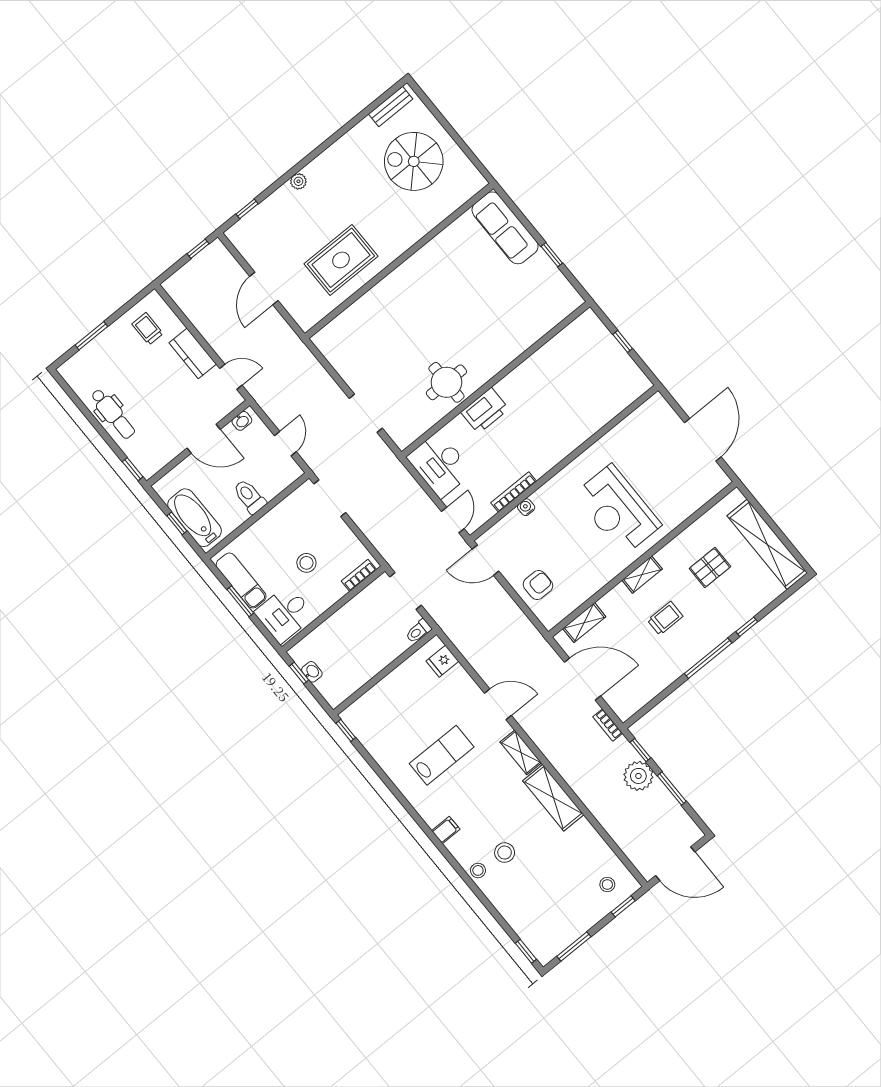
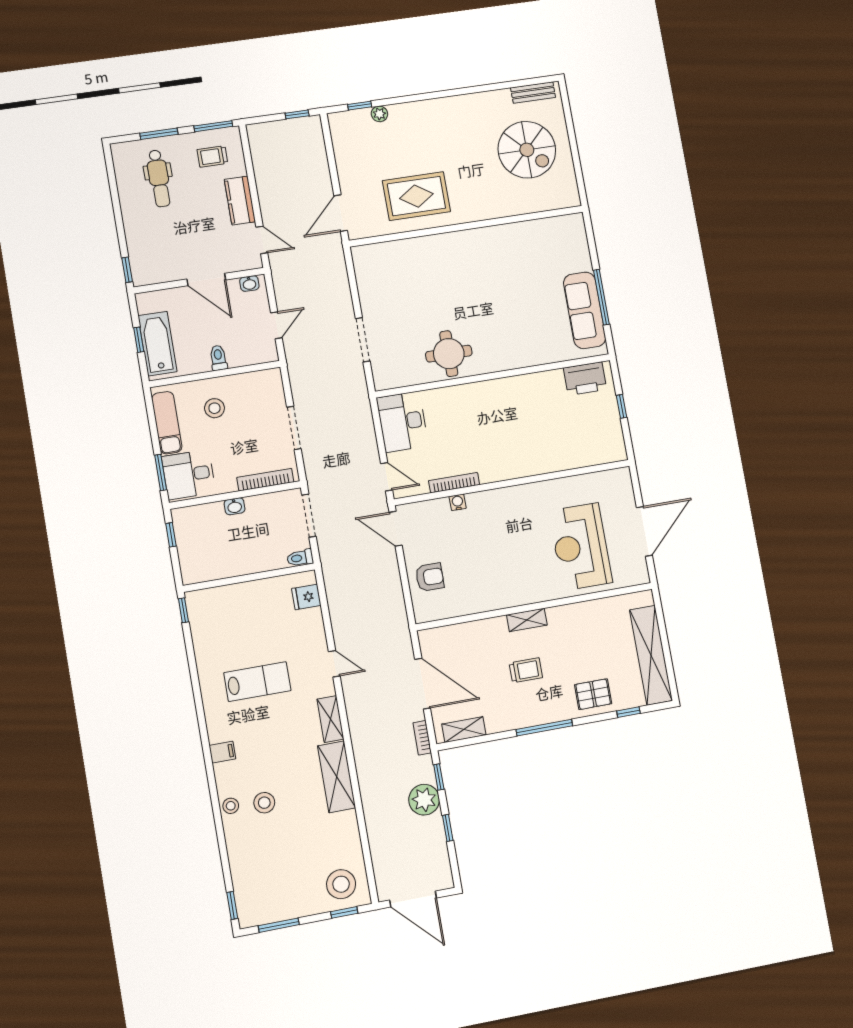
spiral stairs: (414, 161) -> (527, 150), turned 180
plant: (298, 181) -> (379, 114), moved
sofa: (505, 228) -> (585, 310), moved
window: (552, 255) -> (601, 297), width x2.17
door: (264, 288) -> (341, 213), moved
window: (133, 302) -> (213, 126), added
trolley: (147, 329) -> (212, 156), turned -90
printer: (485, 411) -> (585, 379), moved
dental chair: (113, 414) -> (159, 178), moved
toilet: (249, 497) -> (218, 358), width x0.73, depth x0.72
doorway: (330, 498) -> (294, 428), moved
reception desk: (617, 510) -> (581, 547), moved
door: (453, 520) -> (387, 477), hinge flipped
stool: (306, 563) -> (214, 408), moved
pallet: (710, 568) -> (593, 694), moved
bookcase: (359, 575) -> (265, 480), width x1.56
window: (240, 601) -> (161, 472), moved
shelving: (584, 623) -> (464, 730), moved
window: (747, 627) -> (628, 712), moved
washbasin: (312, 672) -> (235, 506), moved, turned 90
door: (498, 704) -> (334, 664), width x0.73
window: (672, 789) -> (448, 828), width x0.67
stool: (607, 885) -> (341, 884), width x1.89, depth x1.89

